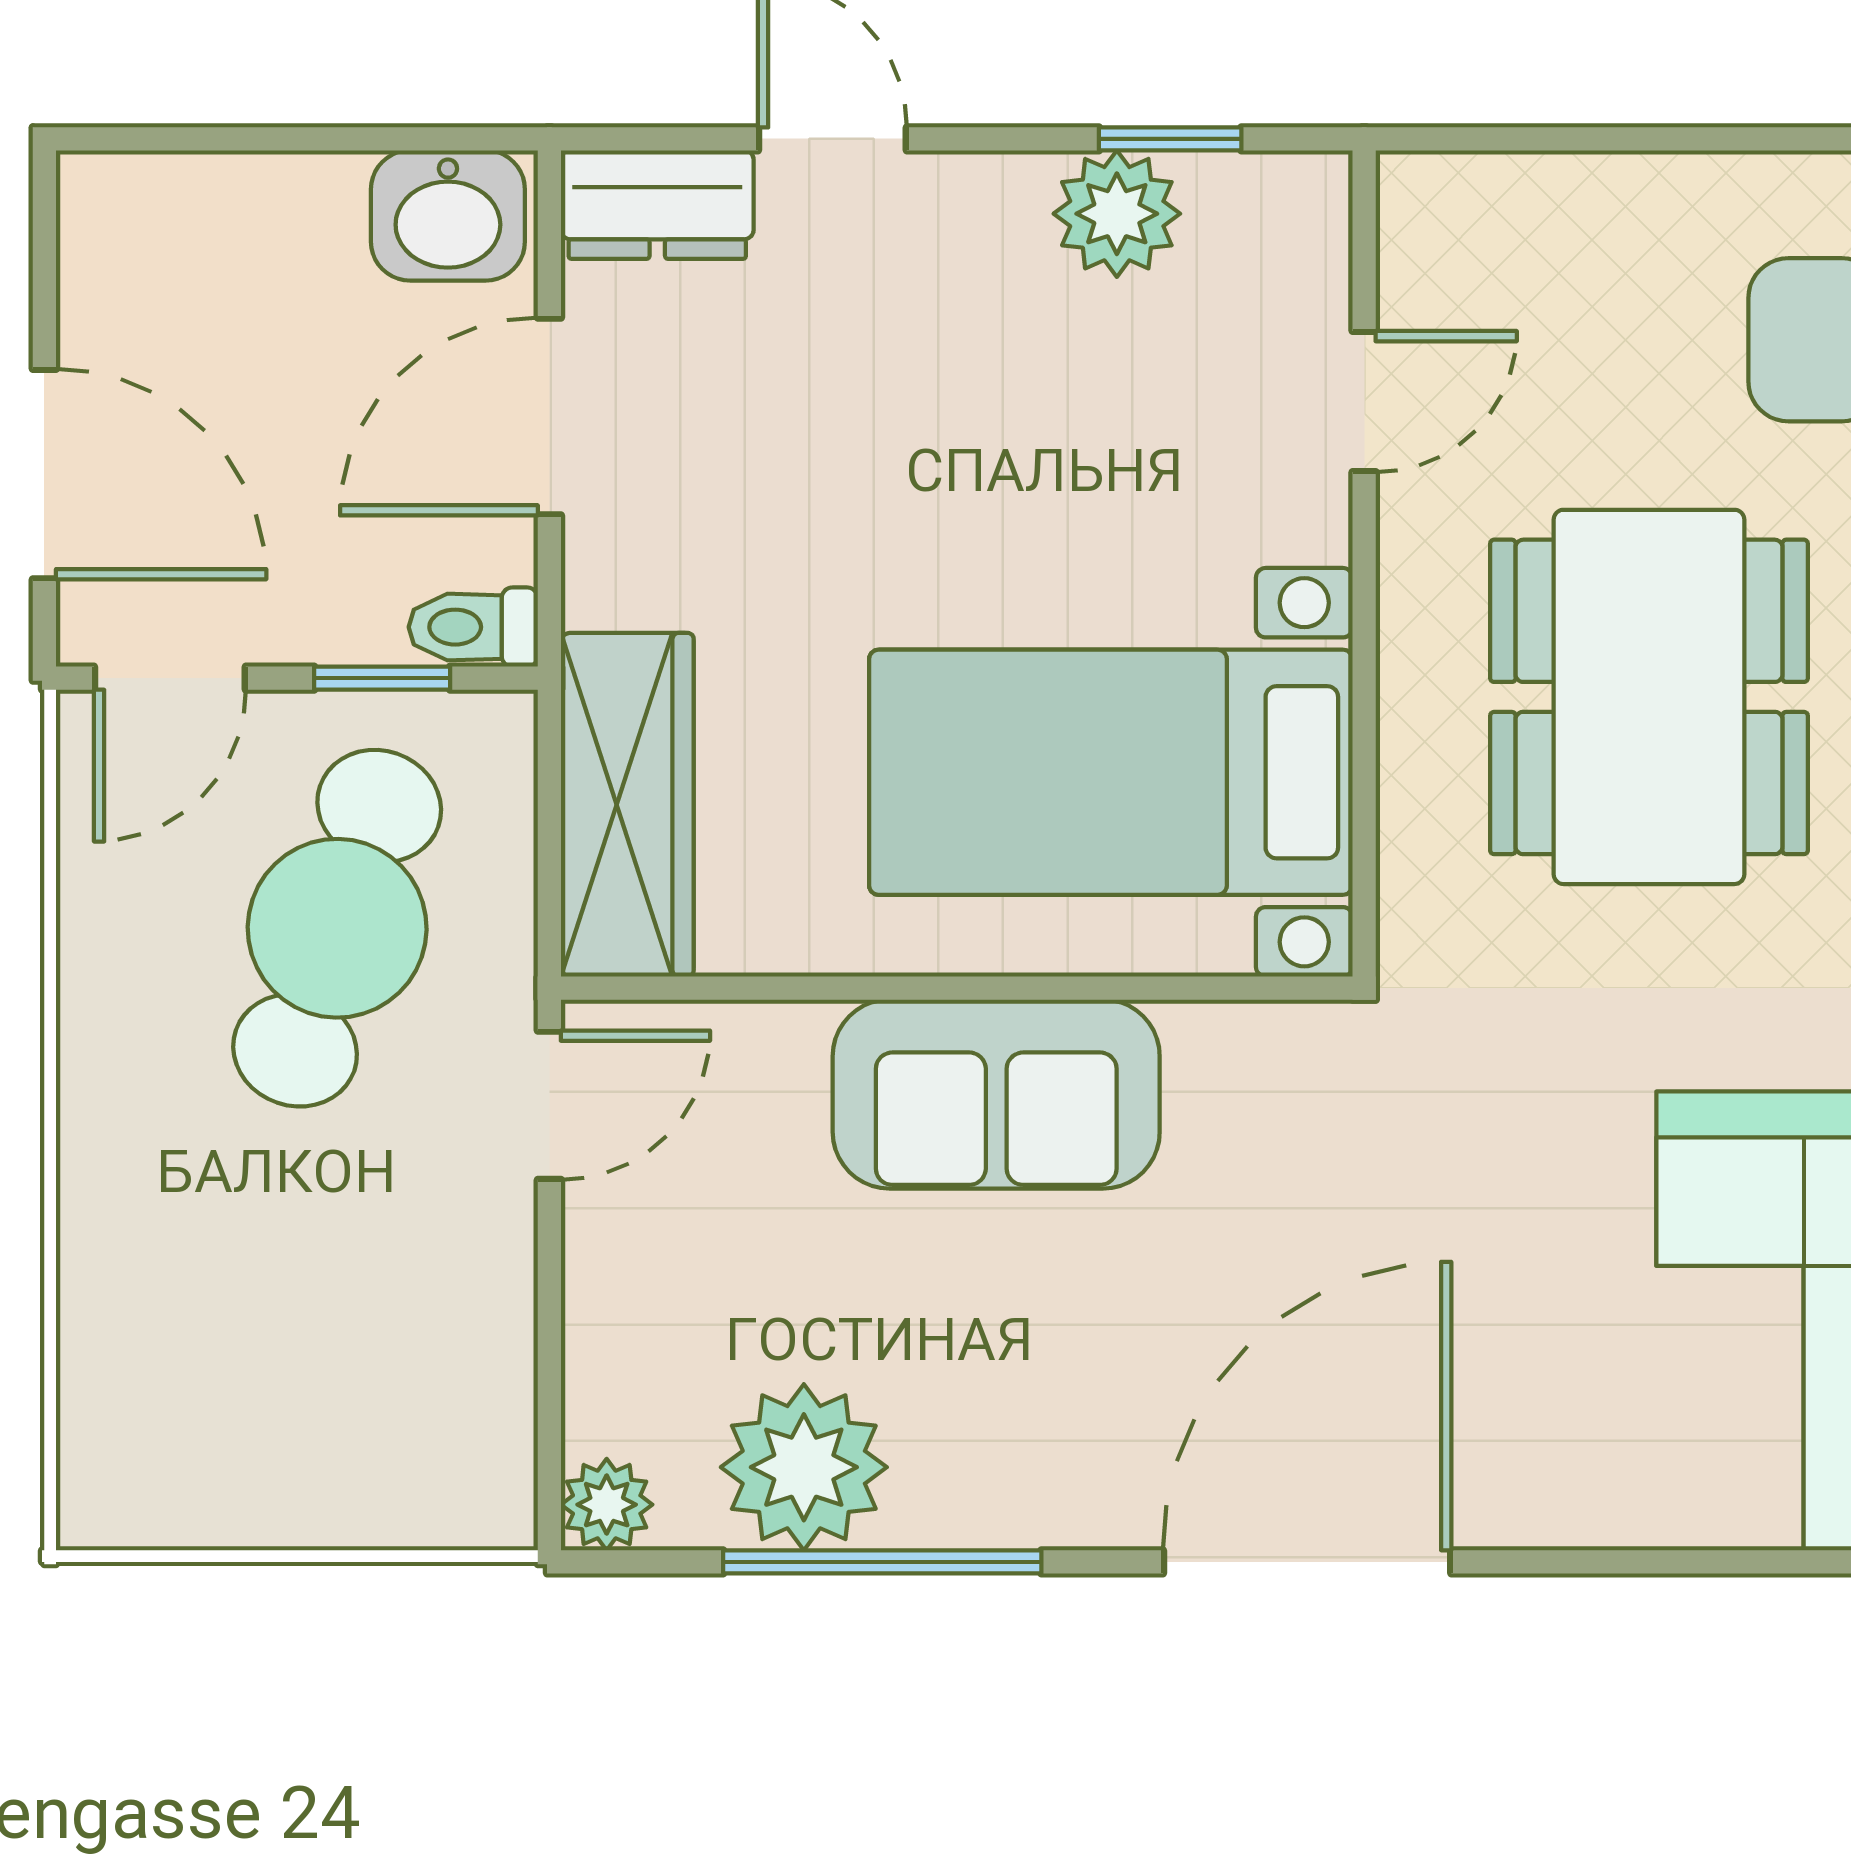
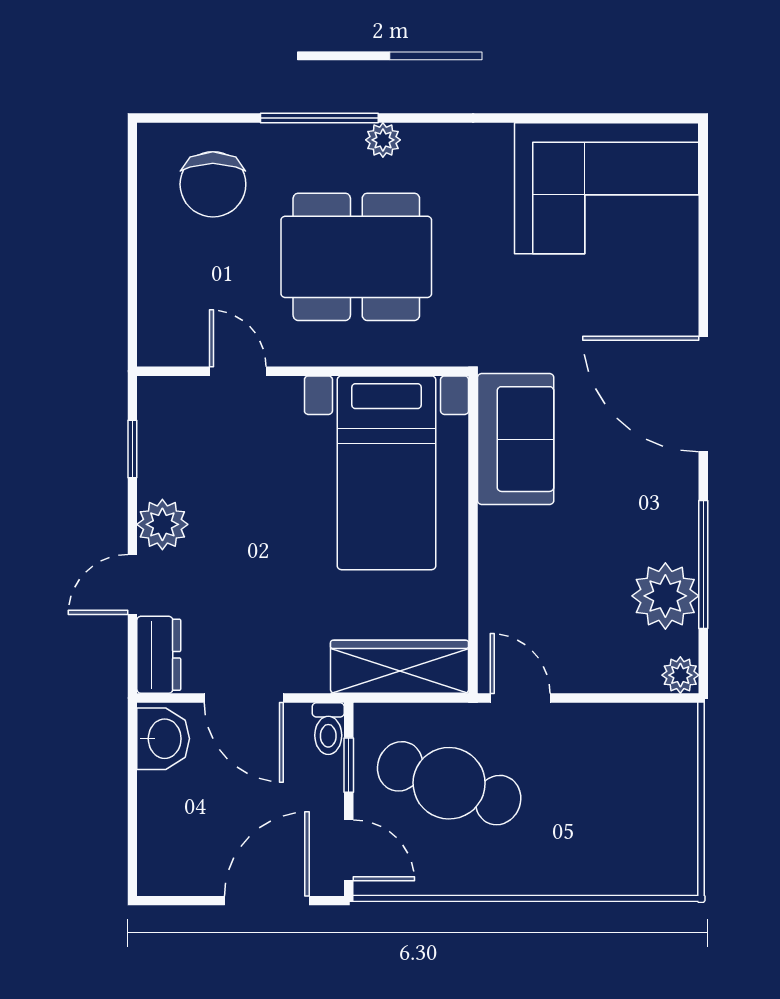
plant: (1117, 214) -> (162, 524), moved
sofa: (996, 1094) -> (516, 439), moved

